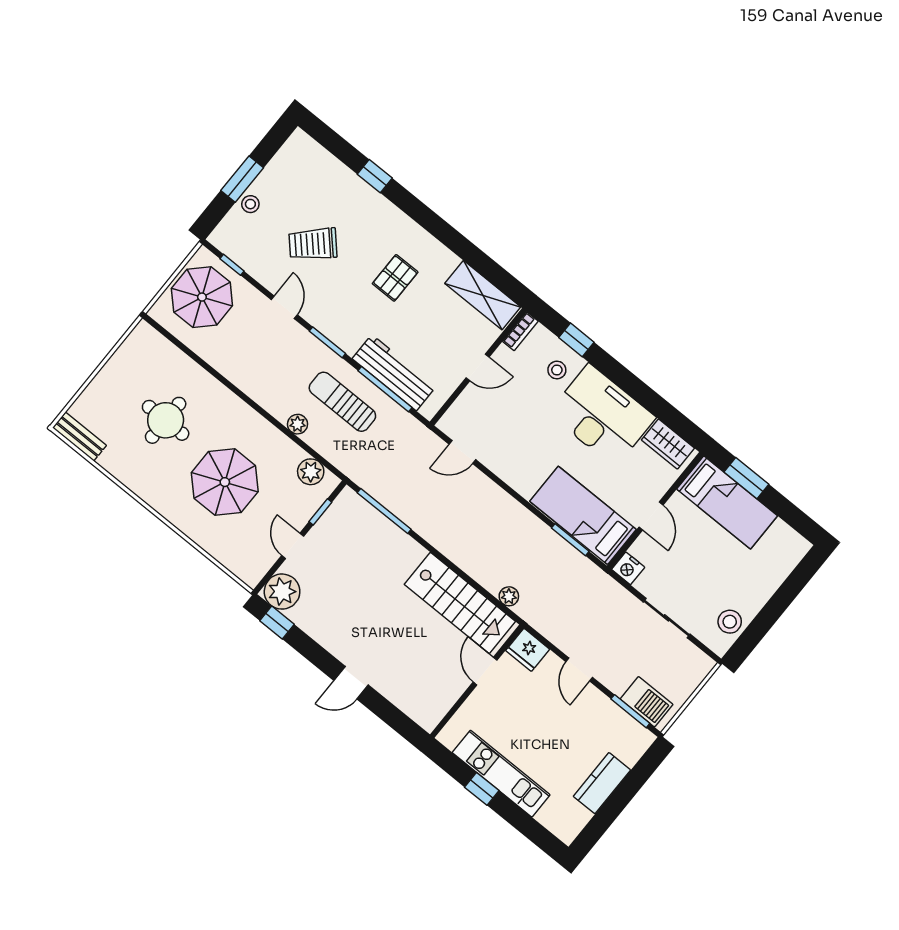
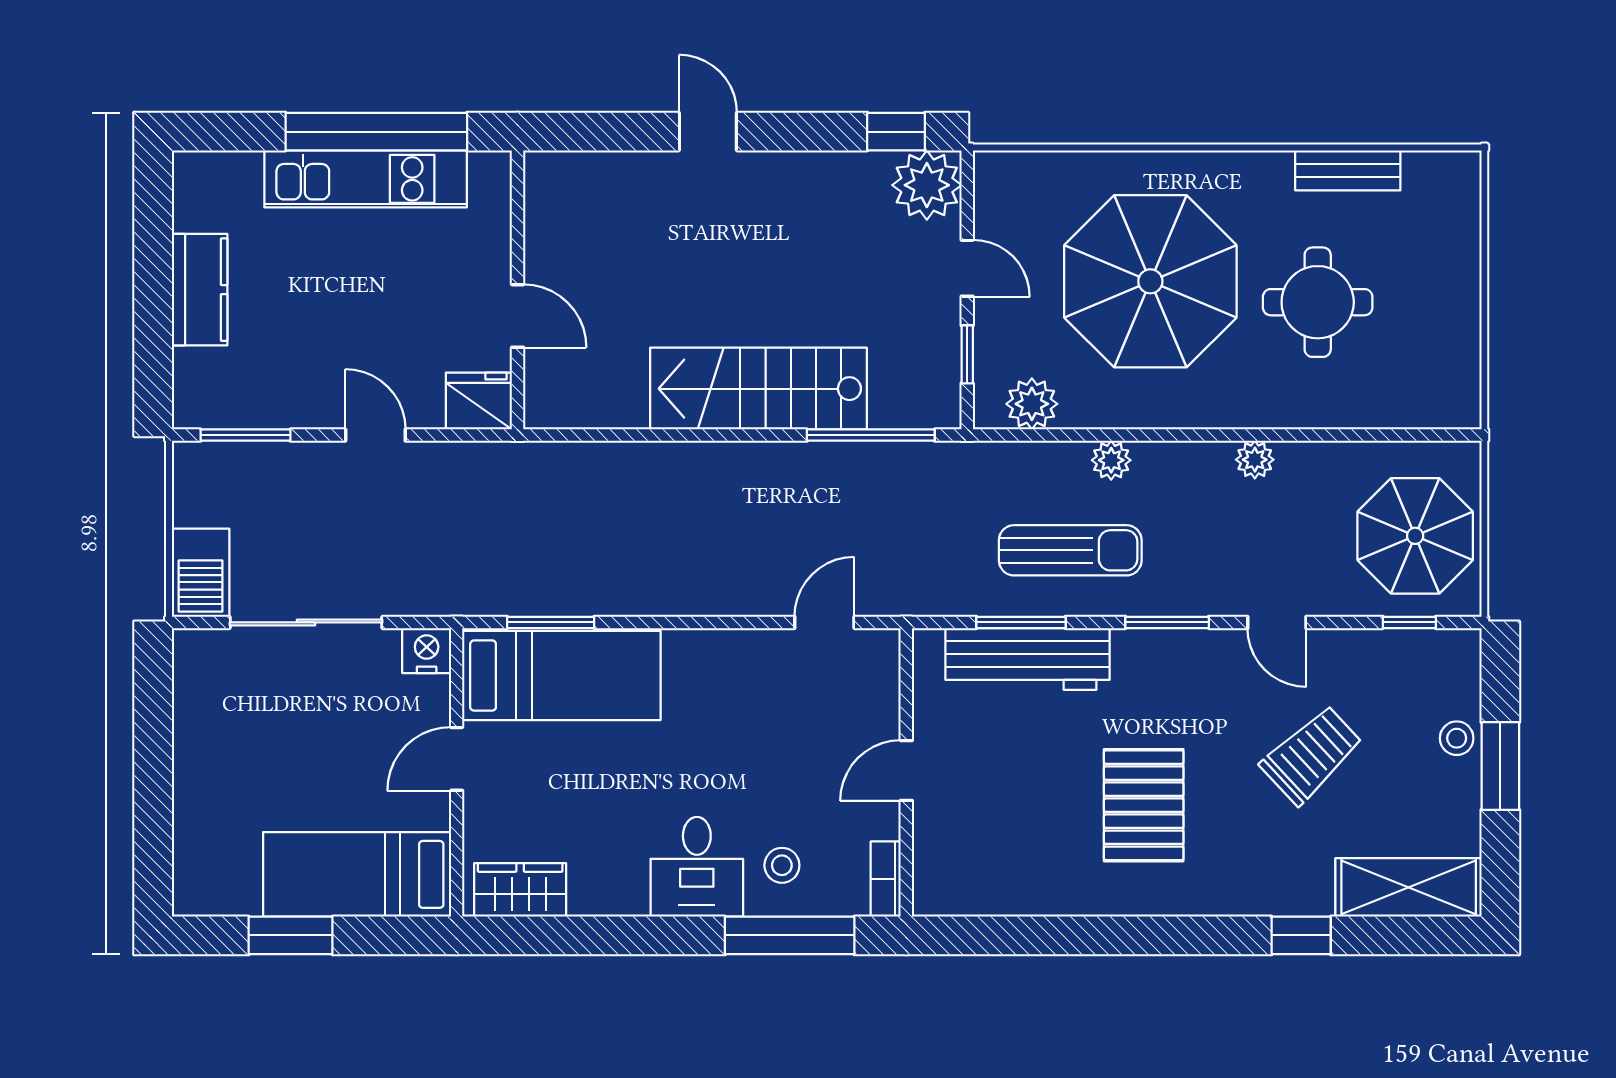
pallet: (395, 278) -> (1144, 805), width x1.50, depth x1.42
shelving: (483, 295) -> (1409, 887), moved
window: (576, 340) -> (790, 935), width x2.17
window: (385, 389) -> (1021, 622), width x0.69
desk: (602, 415) -> (697, 867), width x0.53, depth x0.77
bench: (79, 437) -> (1348, 170), moved
window: (746, 478) -> (291, 935), moved
parasol: (225, 482) -> (1150, 281), width x1.36, depth x1.36
door: (651, 516) -> (457, 759), hinge flipped
plant: (509, 596) -> (1255, 460), moved
stairs: (460, 603) -> (758, 389), moved
sliding door: (667, 618) -> (306, 622), width x1.37
stool: (730, 622) -> (205, 695), removed
door: (351, 683) -> (708, 132), hinge flipped
barbecue: (647, 702) -> (201, 573), moved, turned -90
window: (482, 789) -> (376, 132), width x3.17

